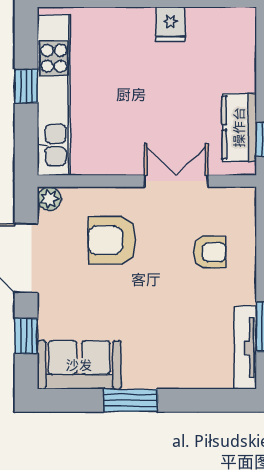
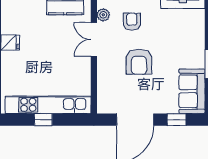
plant: (49, 199) -> (103, 15), moved
armchair: (112, 240) -> (139, 62), moved

